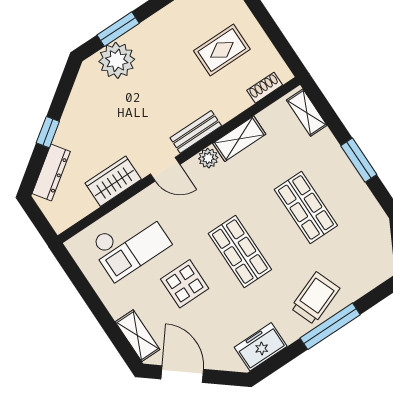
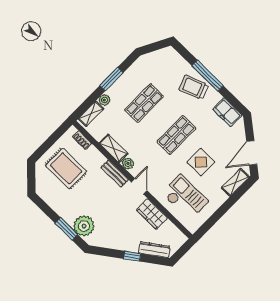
rug: (222, 50) -> (66, 168), width x1.36, depth x1.43
plant: (326, 141) -> (104, 100), added

